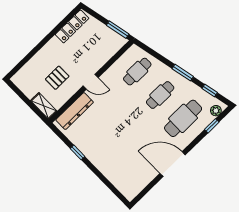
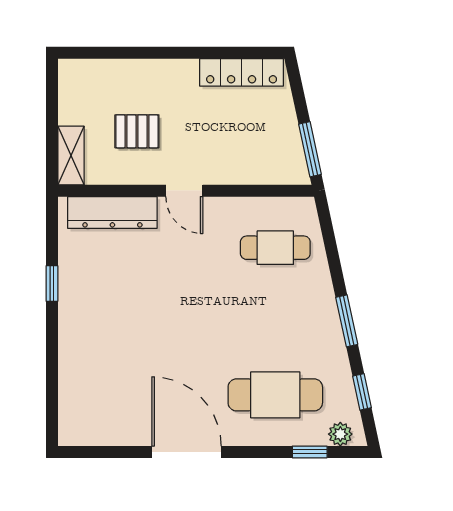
cafe table: (160, 95) -> (275, 321), removed

